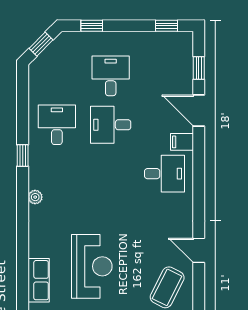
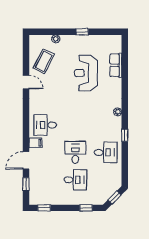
desk: (111, 76) -> (75, 180), turned -90
door: (199, 111) -> (26, 160), swing flipped
desk: (57, 125) -> (106, 152), turned -90
desk: (111, 125) -> (75, 152), turned -90

